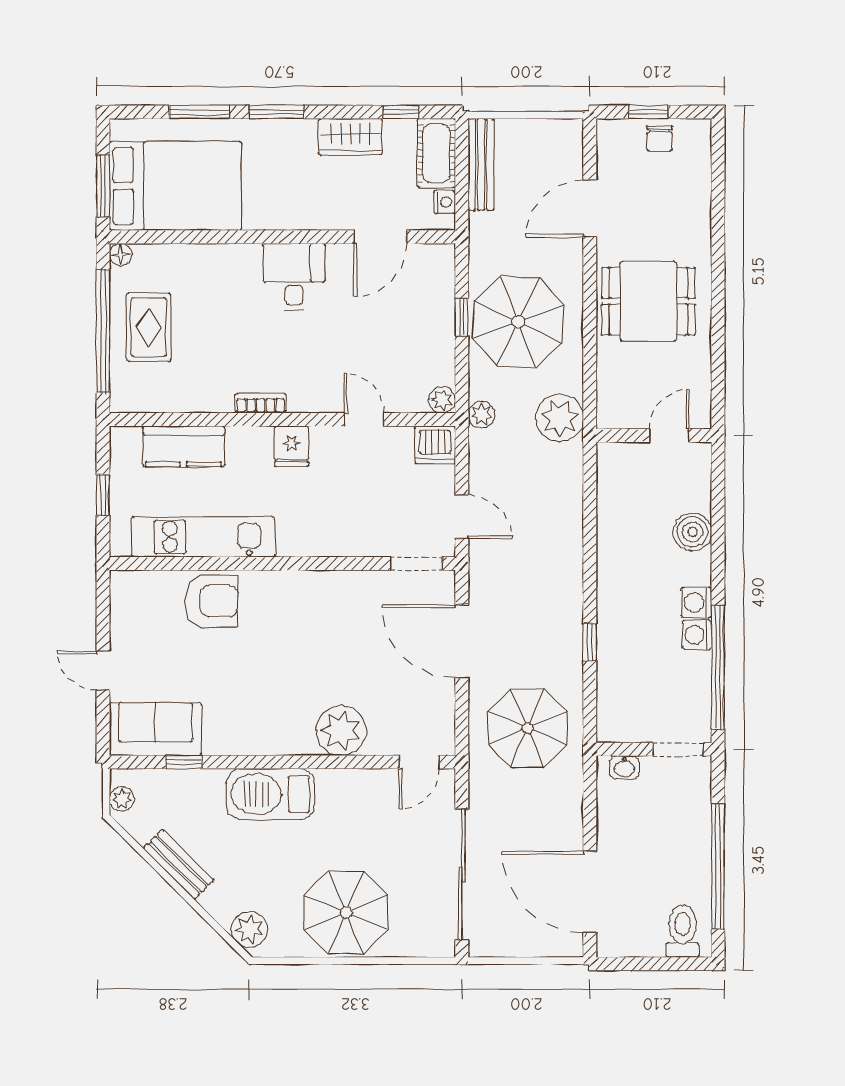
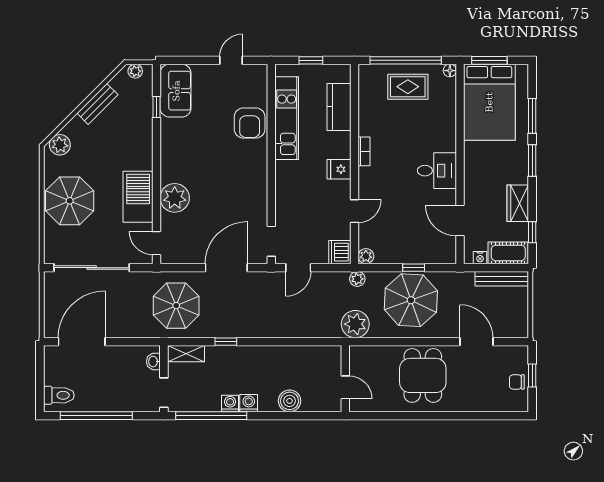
door: (103, 671) -> (231, 60), moved
shelving: (611, 711) -> (186, 354), added
barbecue: (270, 794) -> (138, 197), moved

